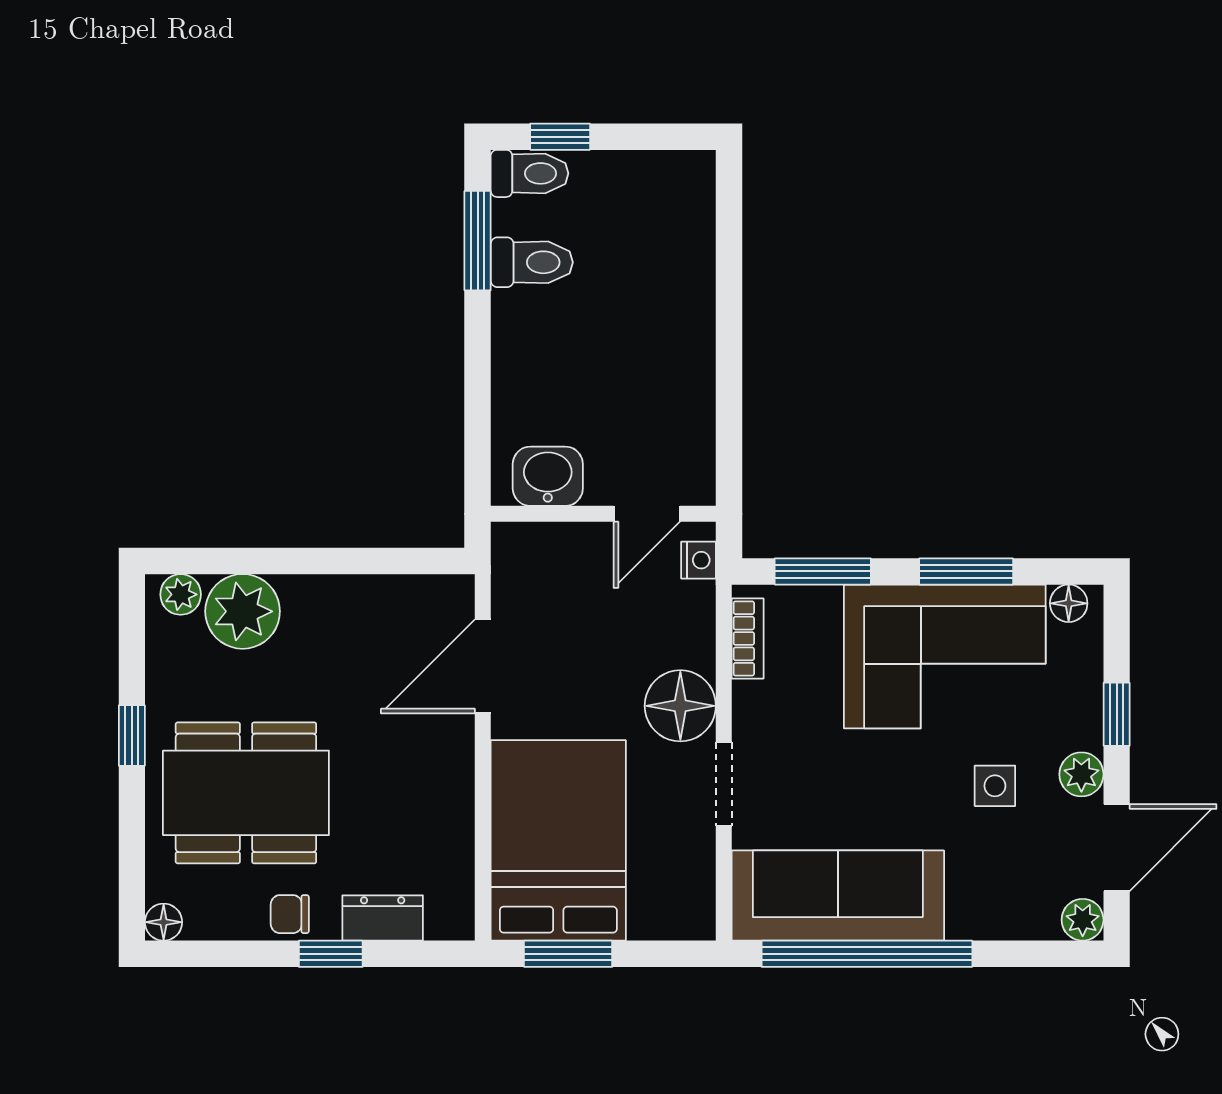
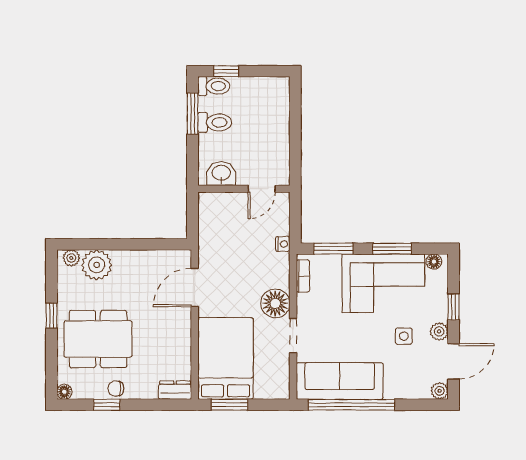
washbasin: (548, 476) -> (221, 173), moved
wall: (603, 514) -> (244, 189), moved
door: (647, 514) -> (262, 189), moved
dresser: (383, 918) -> (175, 390), moved
window: (331, 954) -> (107, 405), moved

